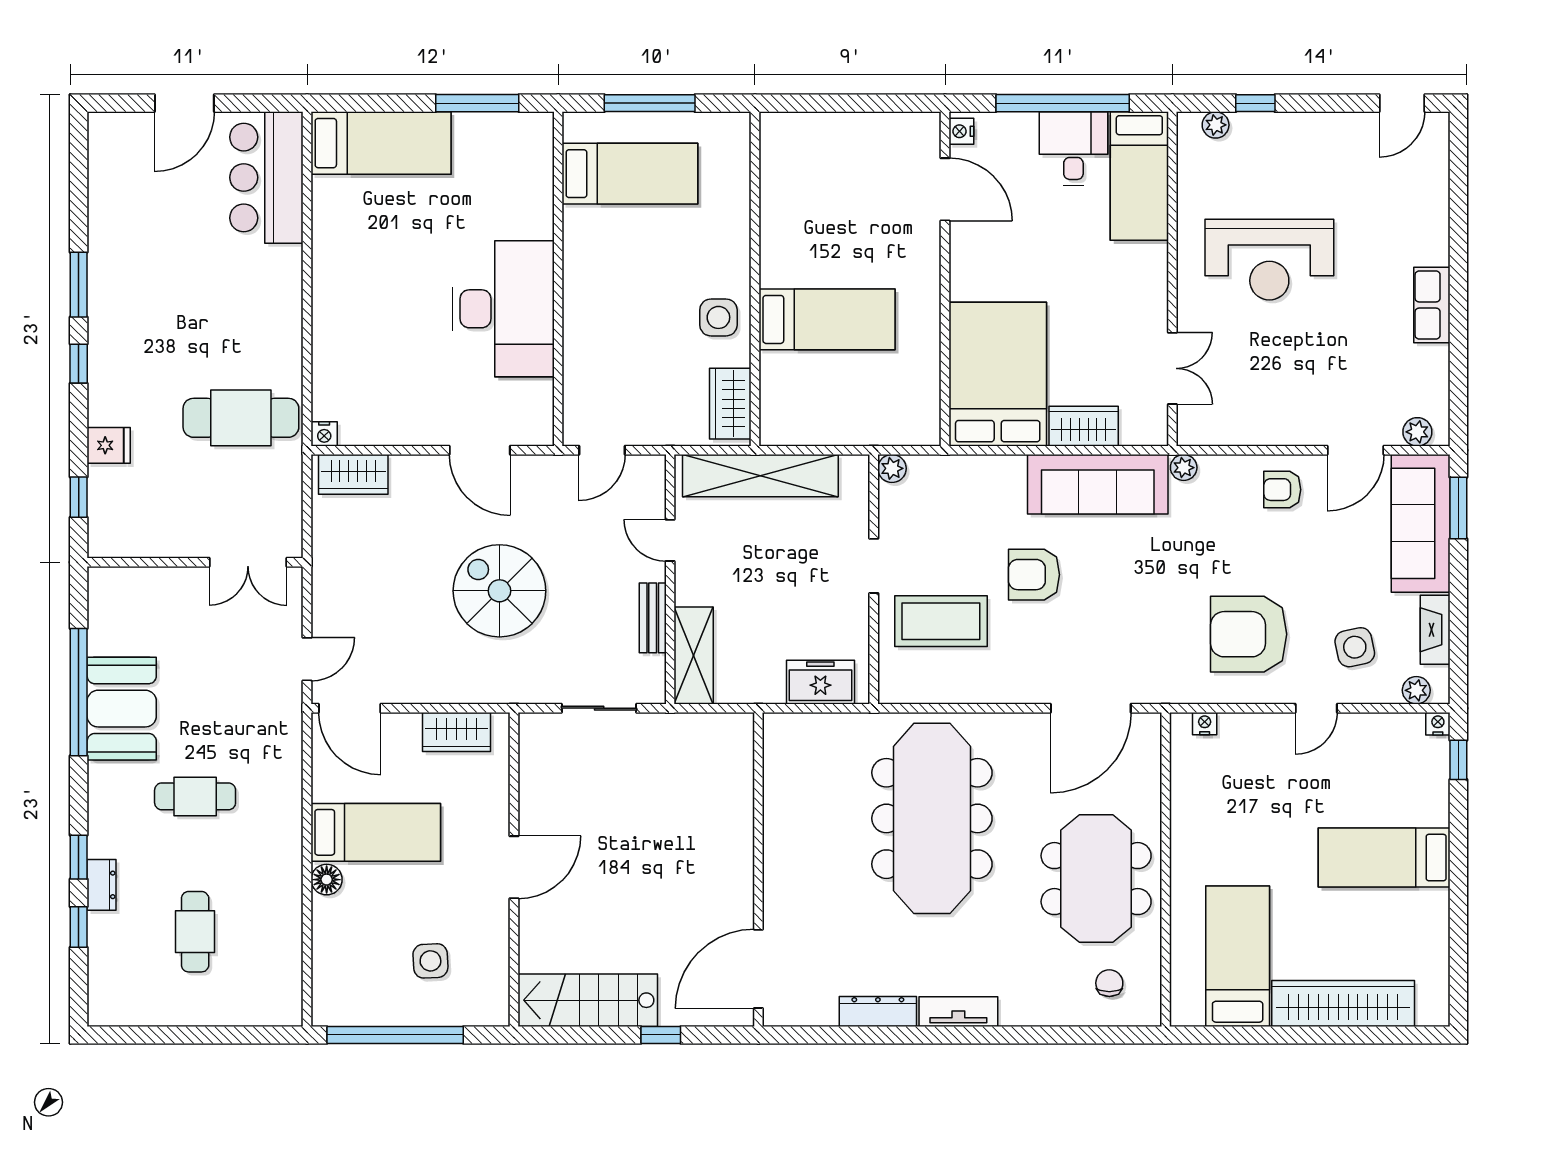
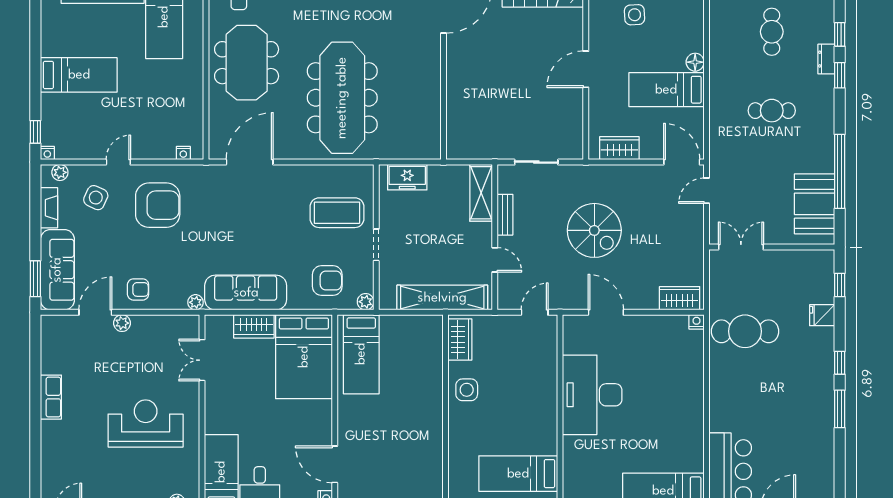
bed: (827, 319) -> (361, 354), moved, turned -90
plant: (1417, 432) -> (122, 323), moved
armchair: (1034, 575) -> (327, 280), moved
side table: (1355, 647) -> (96, 198), turned 37
booth: (122, 709) -> (815, 204), moved

